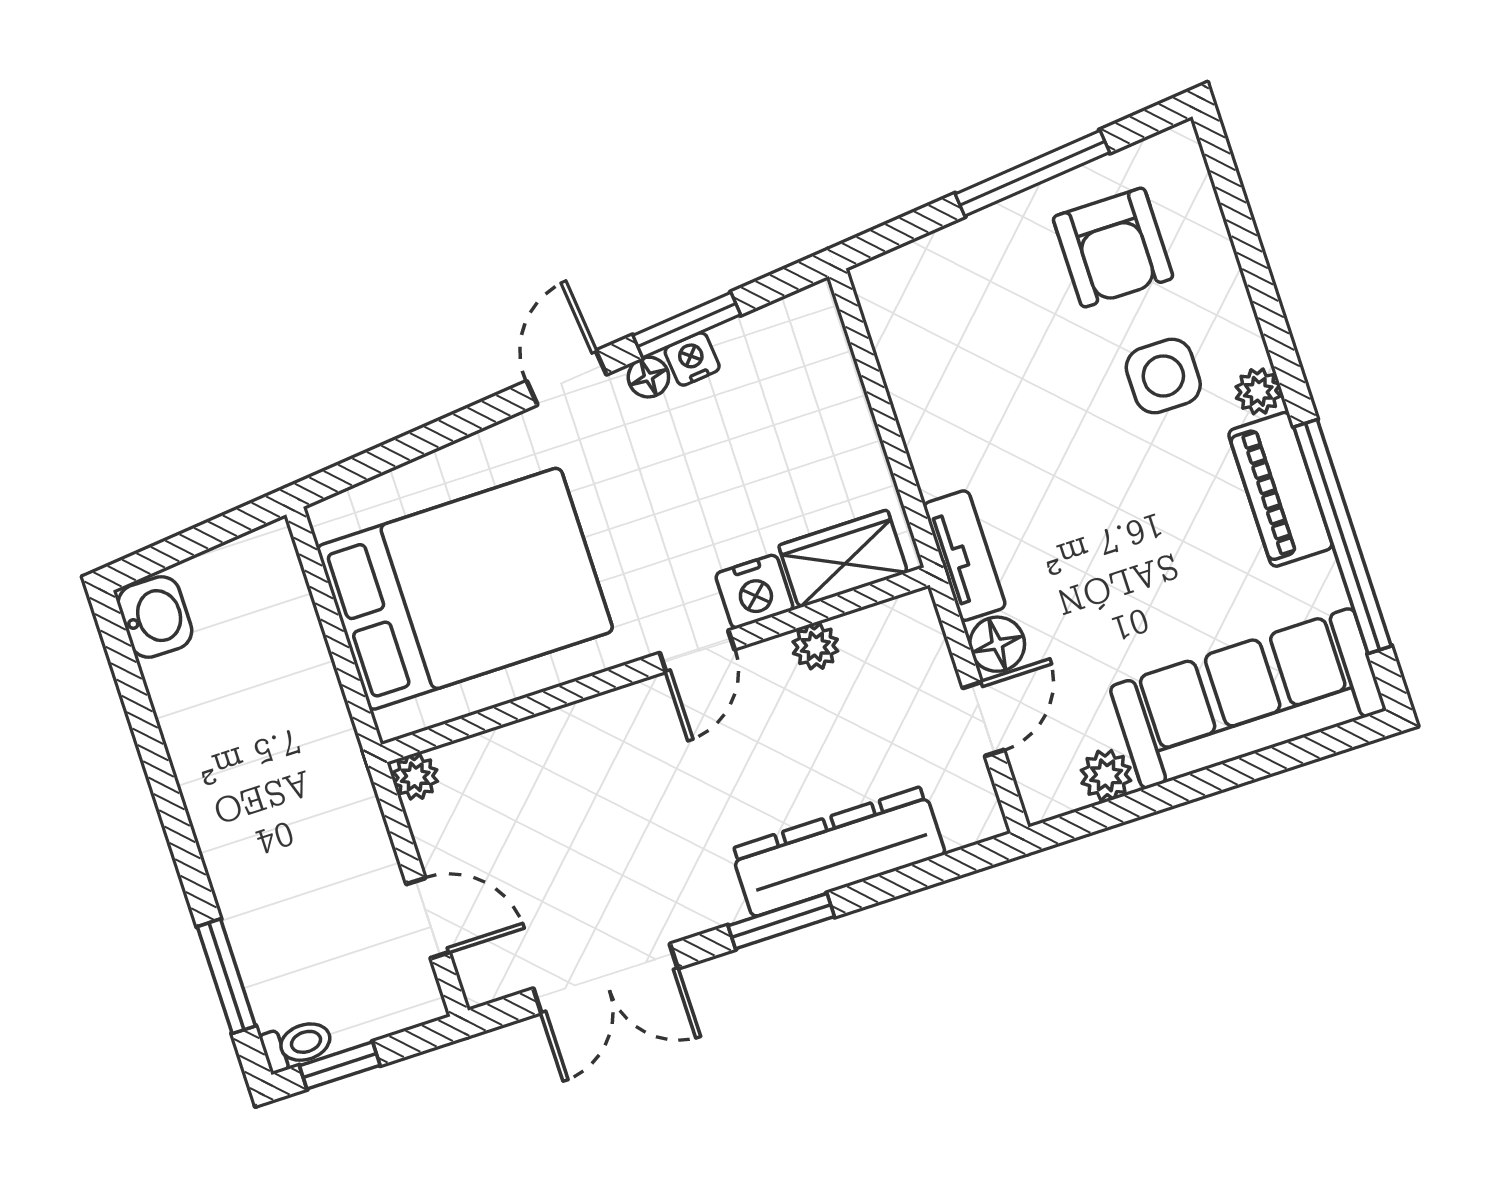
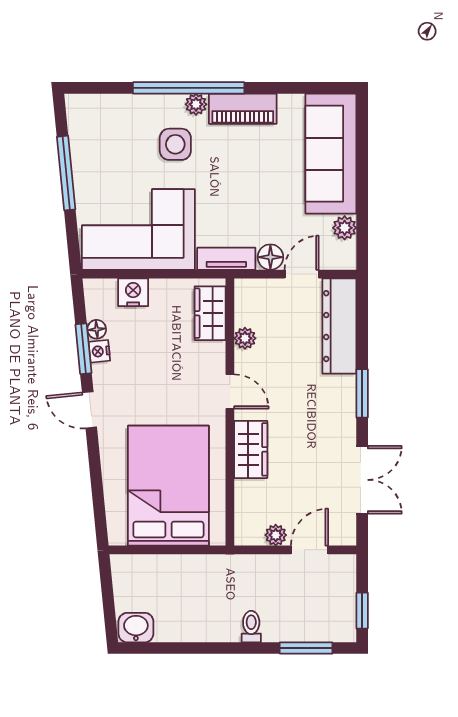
armchair: (1113, 248) -> (111, 148), removed
corner sofa: (966, 357) -> (138, 230), added
floor lamp: (648, 377) -> (97, 329), moved
window: (1343, 536) -> (189, 88), moved
nightstand: (754, 592) -> (133, 292), moved, turned -90
door: (983, 719) -> (302, 274), hinge flipped
wardrobe: (593, 732) -> (251, 449), added
plant: (415, 777) -> (276, 535), moved
dresser: (838, 852) -> (339, 326), moved
toilet: (297, 1045) -> (251, 627), moved

